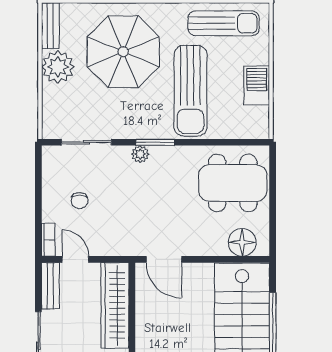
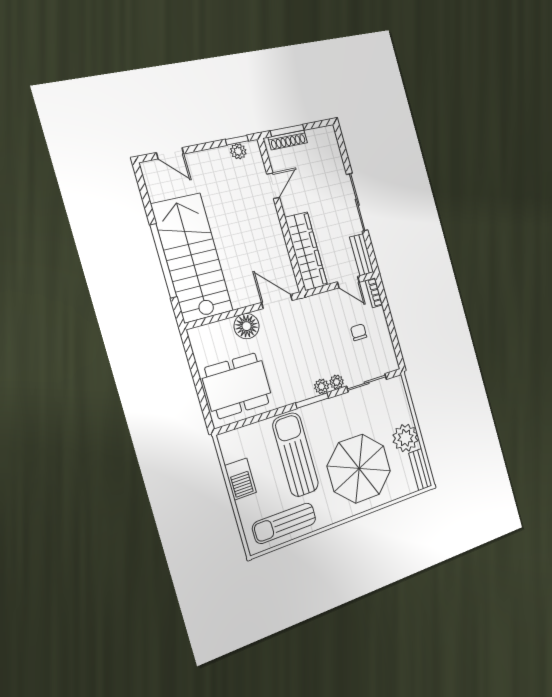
plant: (122, 154) -> (337, 382), added
floor lamp: (242, 242) -> (247, 326), moved

